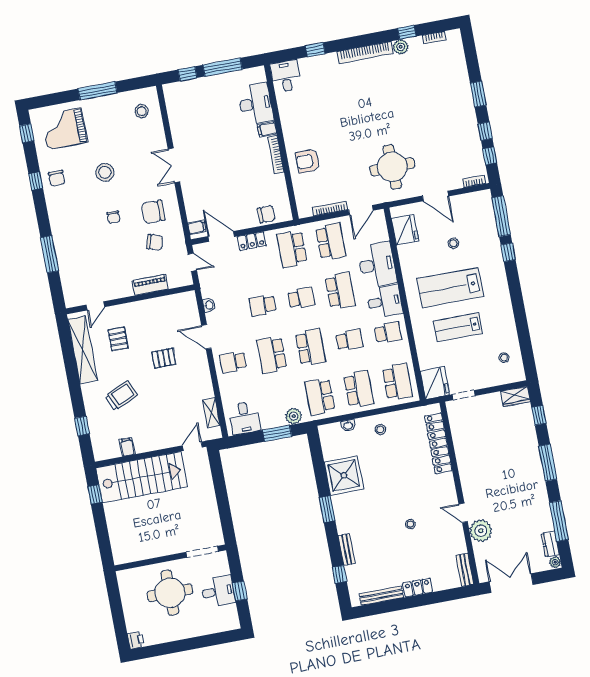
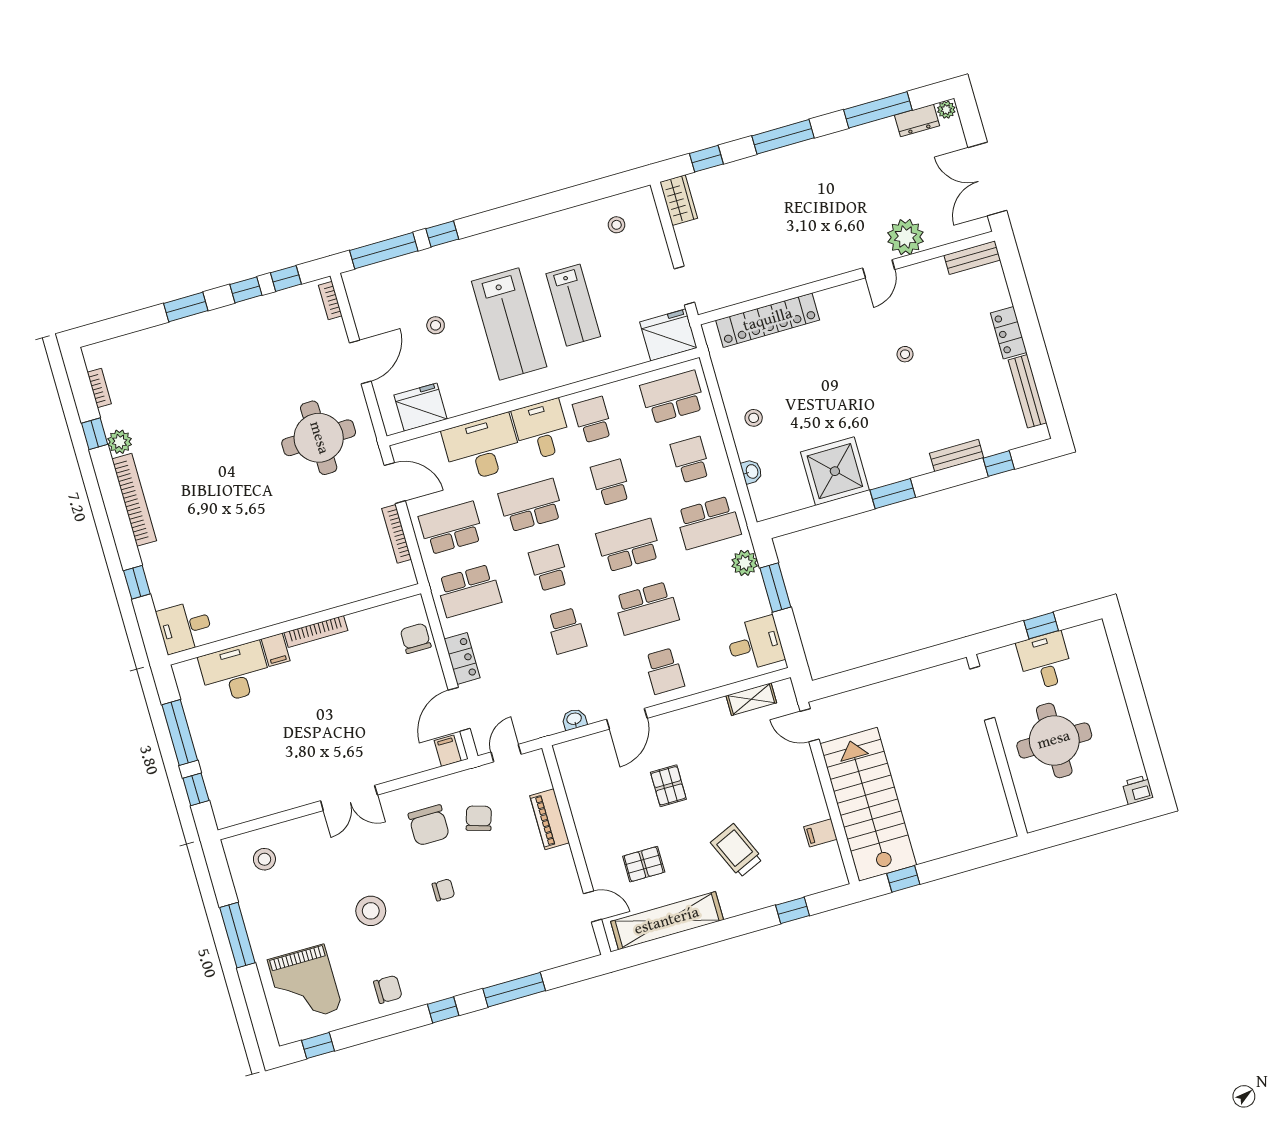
armchair: (308, 161) -> (322, 578), removed
window: (36, 181) -> (443, 1010), moved
school desk: (359, 389) -> (690, 460), width x0.54

